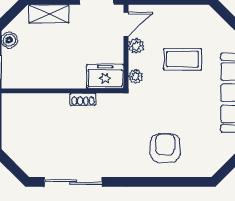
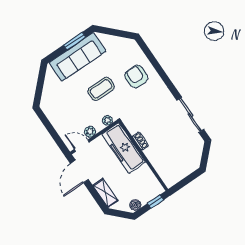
coffee table: (183, 59) -> (101, 89), moved, turned 90
freezer: (105, 77) -> (124, 148), width x1.91, depth x1.26
armchair: (165, 148) -> (136, 77), turned 90

